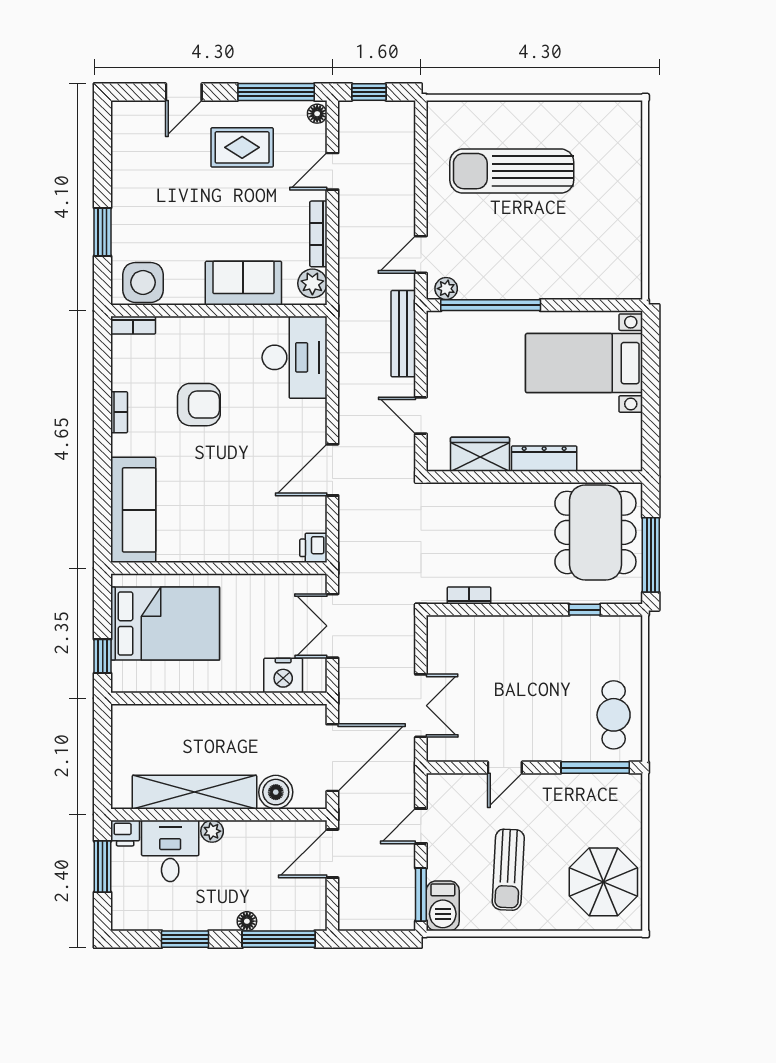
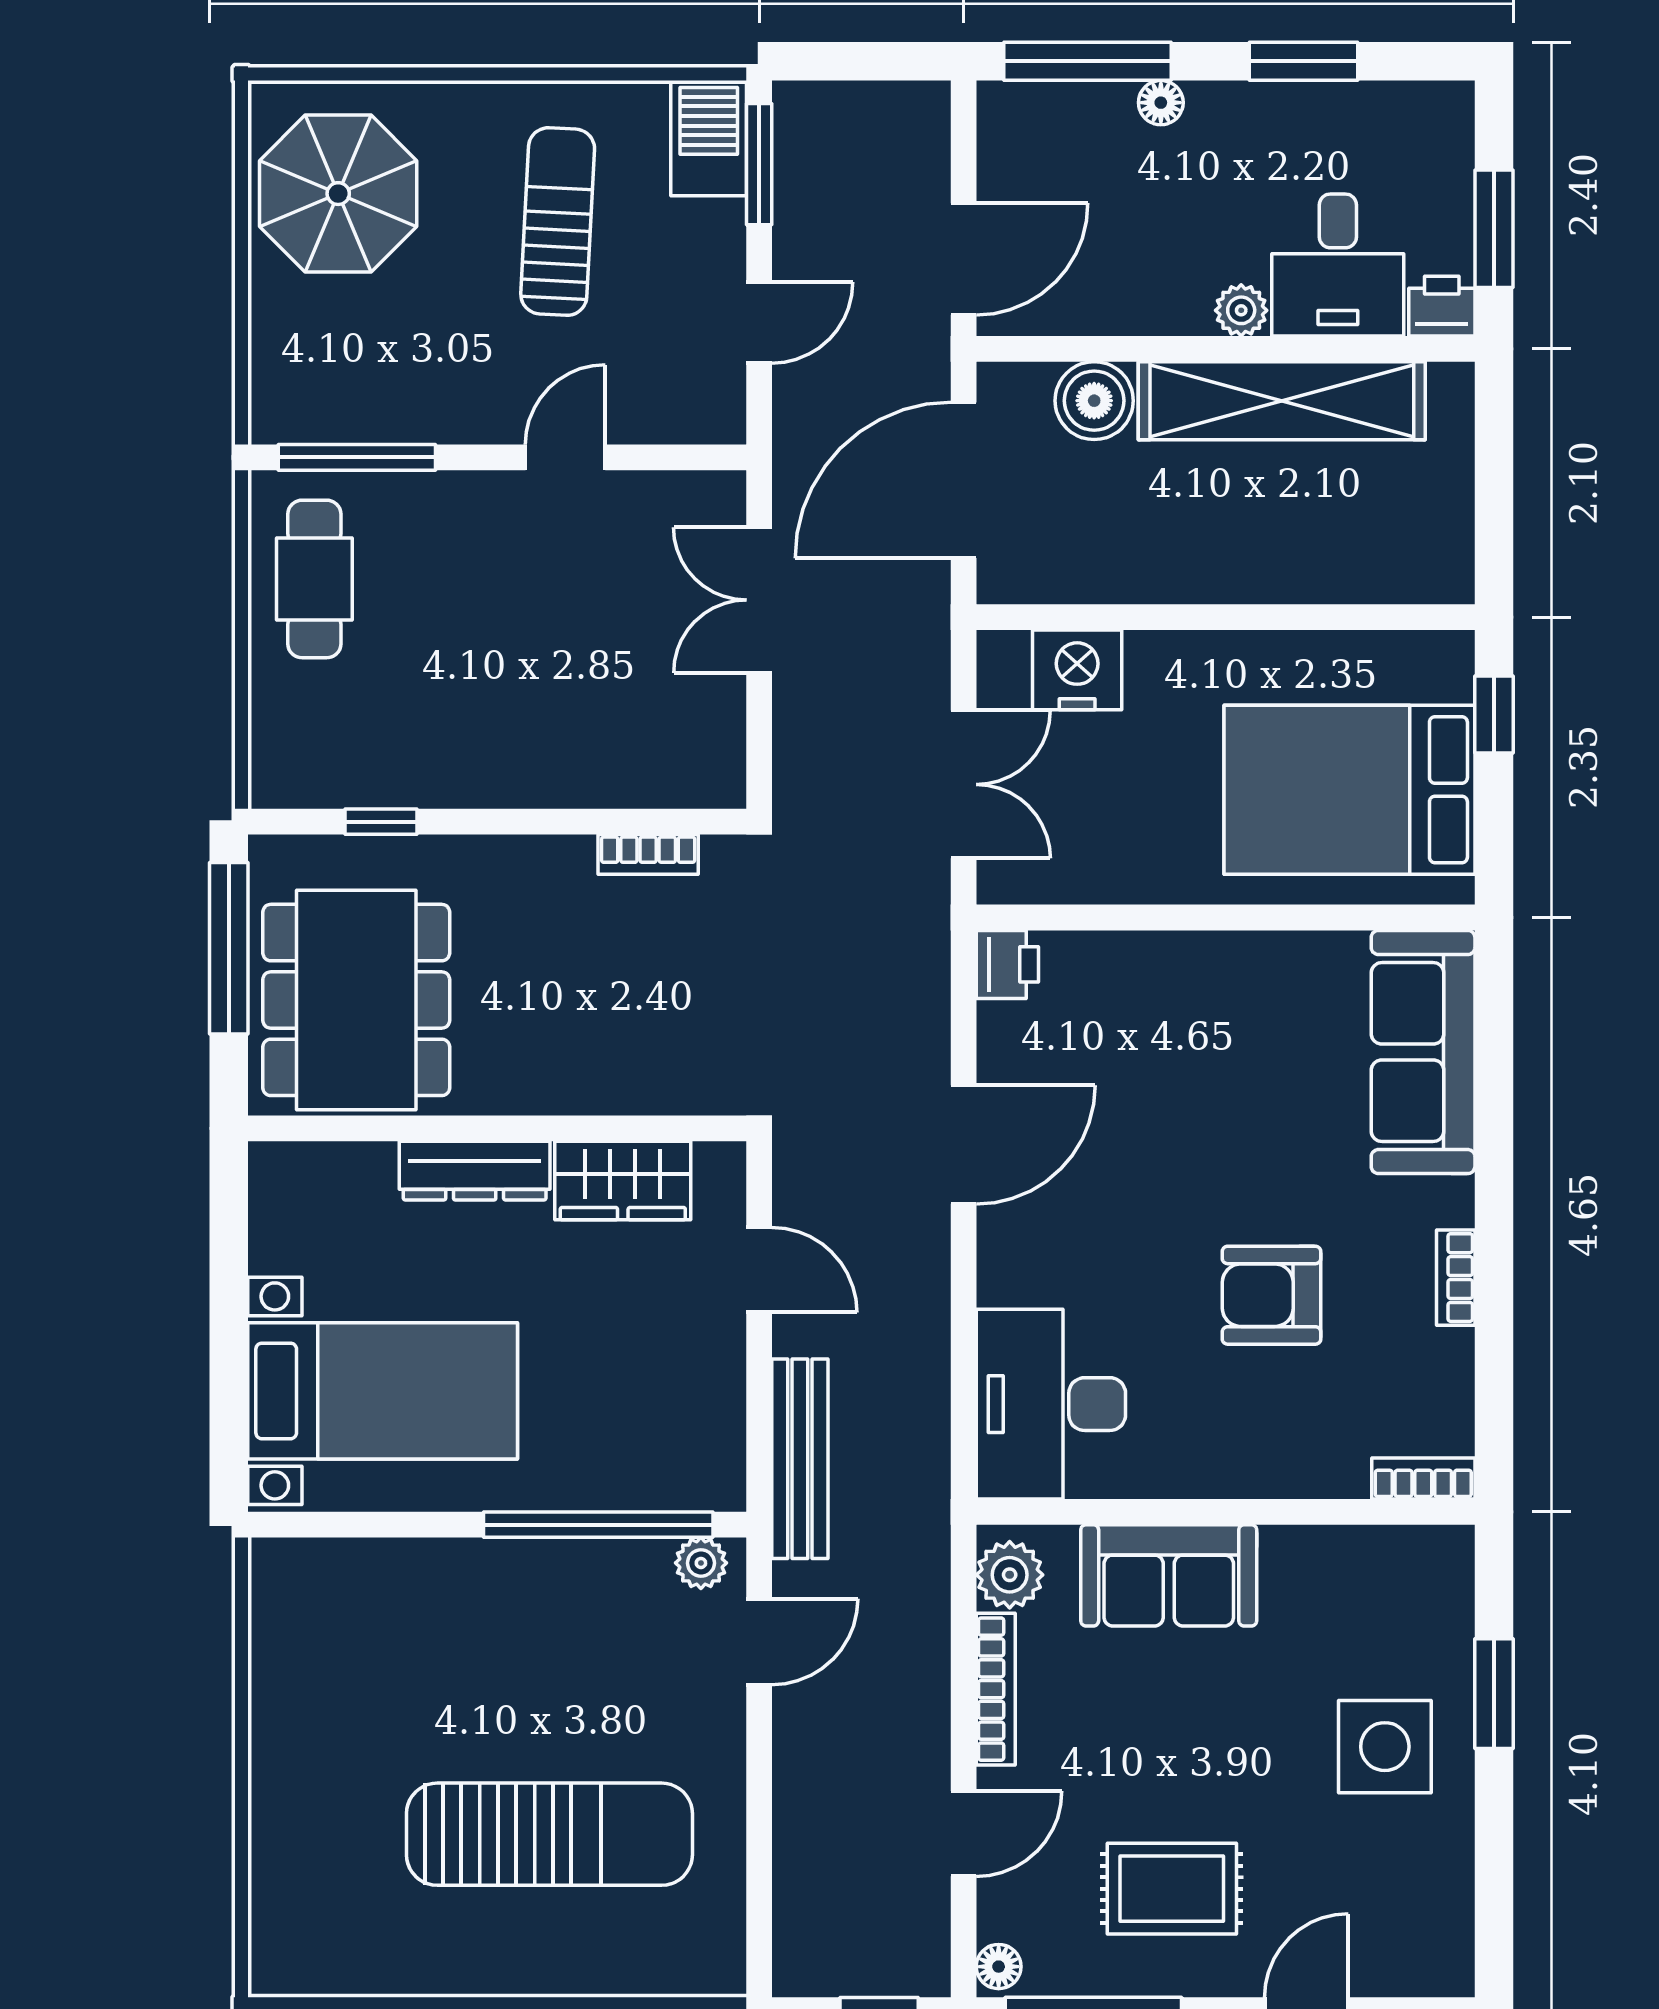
side table: (143, 282) -> (1385, 1747), moved

